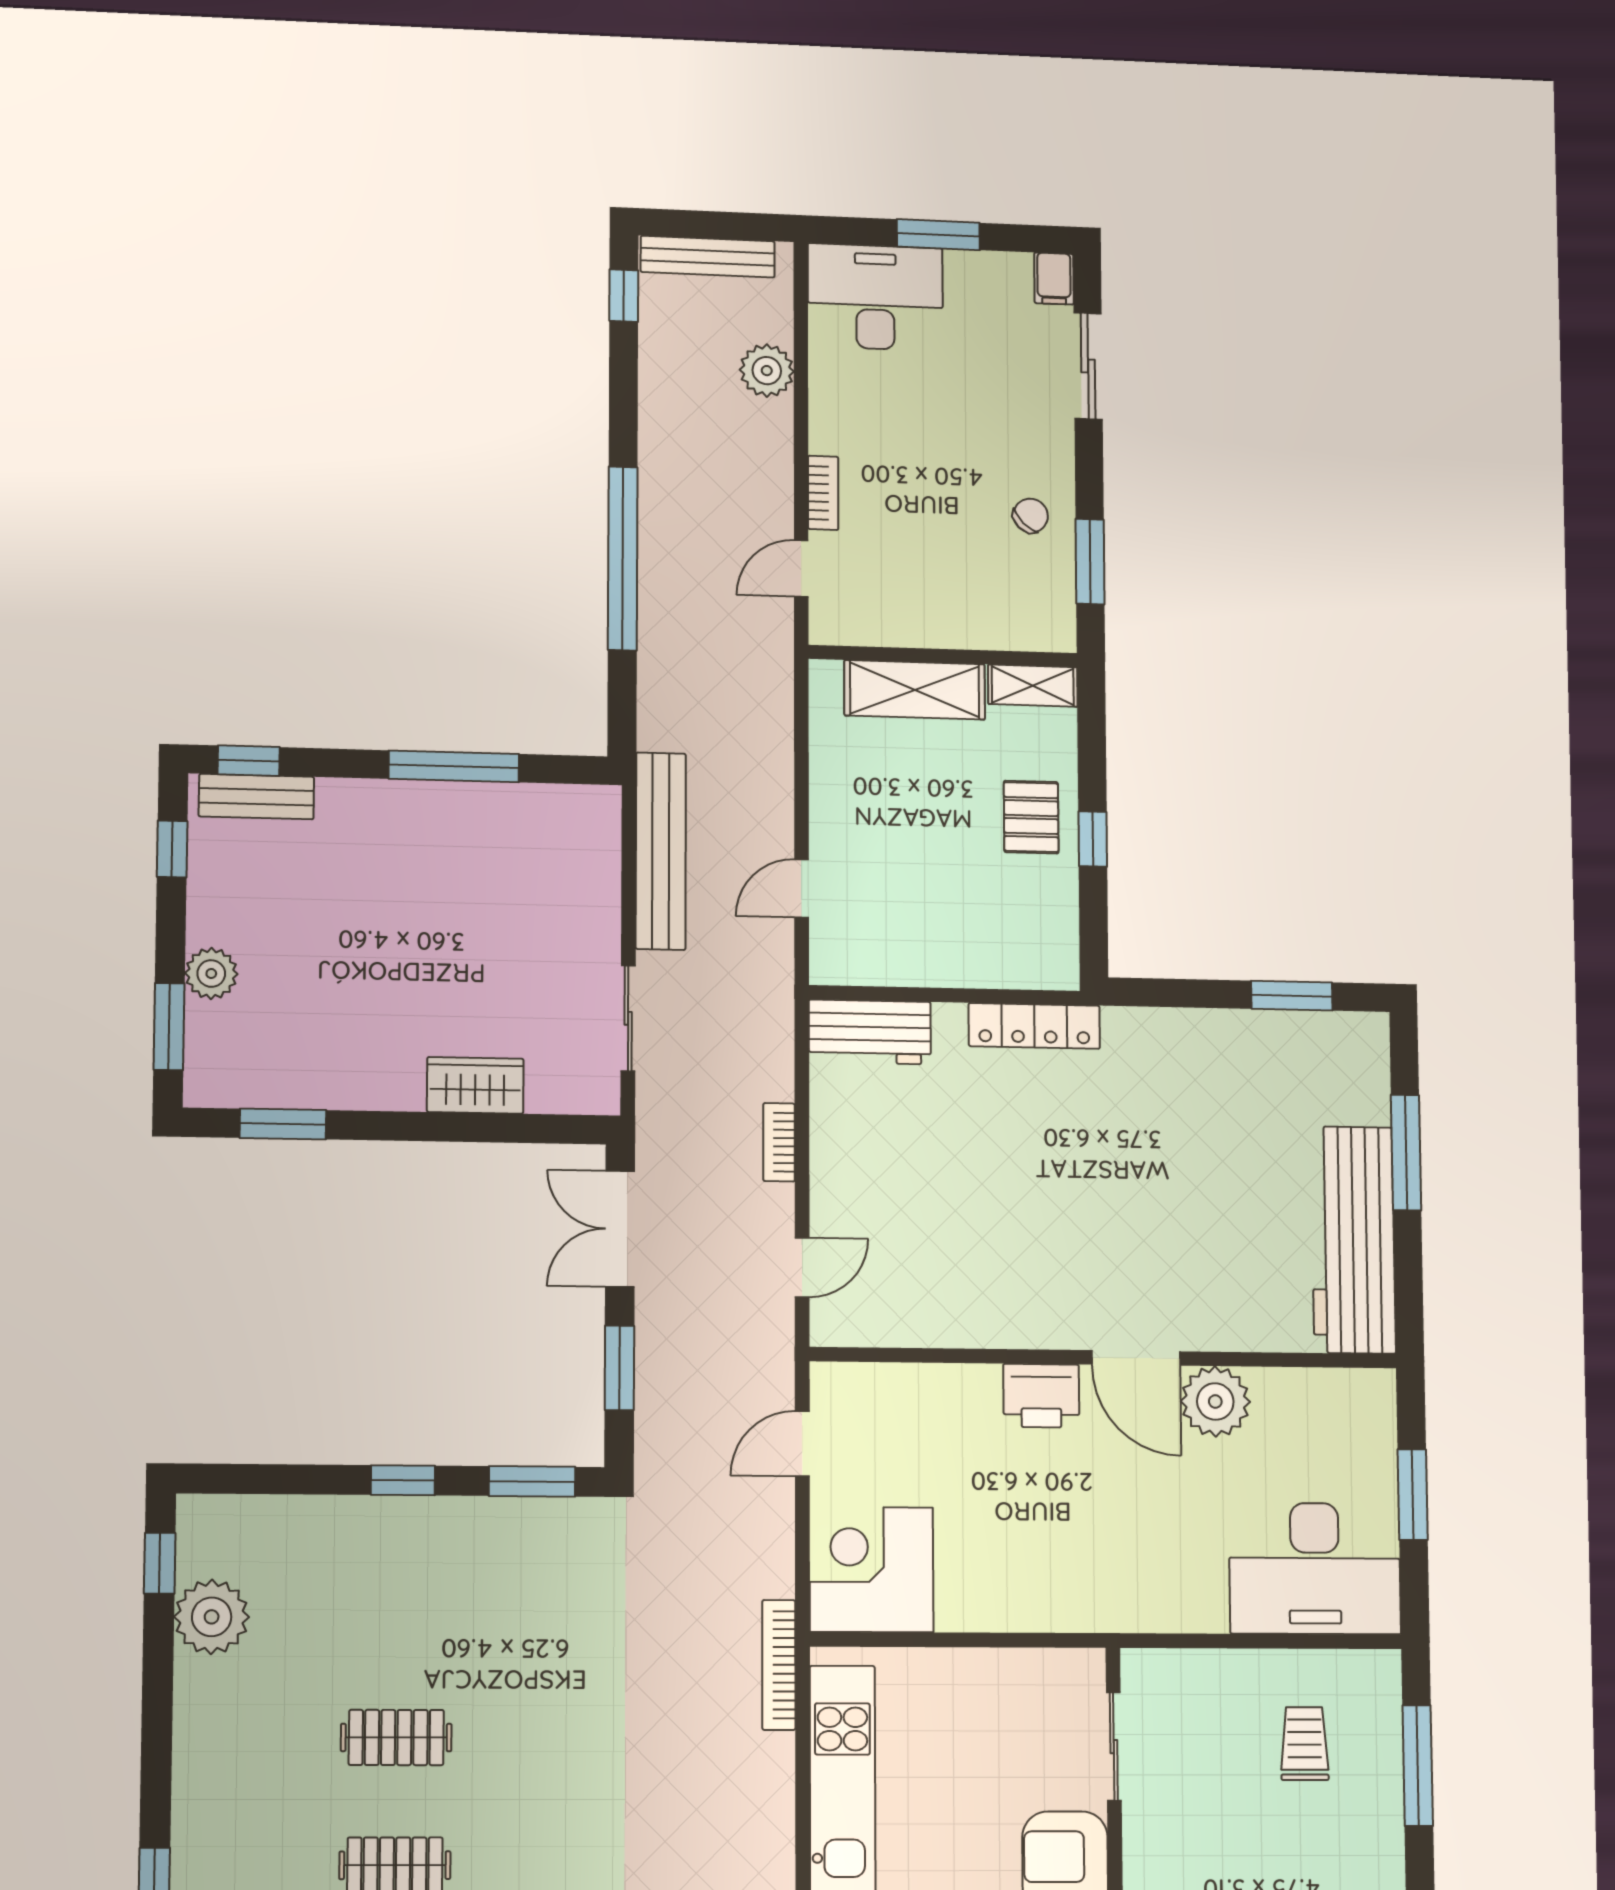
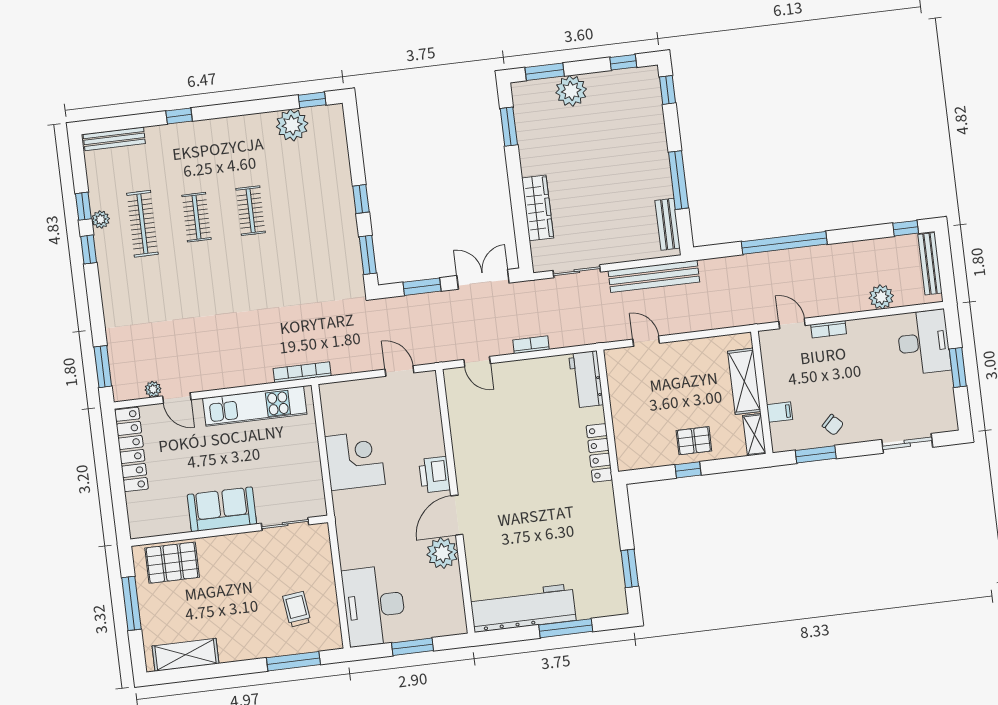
filing cabinet: (1054, 279) -> (780, 412), moved, turned 180
bench: (256, 797) -> (668, 224), moved
plant: (211, 974) -> (571, 91), width x1.36, depth x1.36
wardrobe: (475, 1085) -> (538, 208), width x1.50
corner desk: (871, 1569) -> (355, 460), moved
trolley: (1305, 1744) -> (297, 609), turned -97

